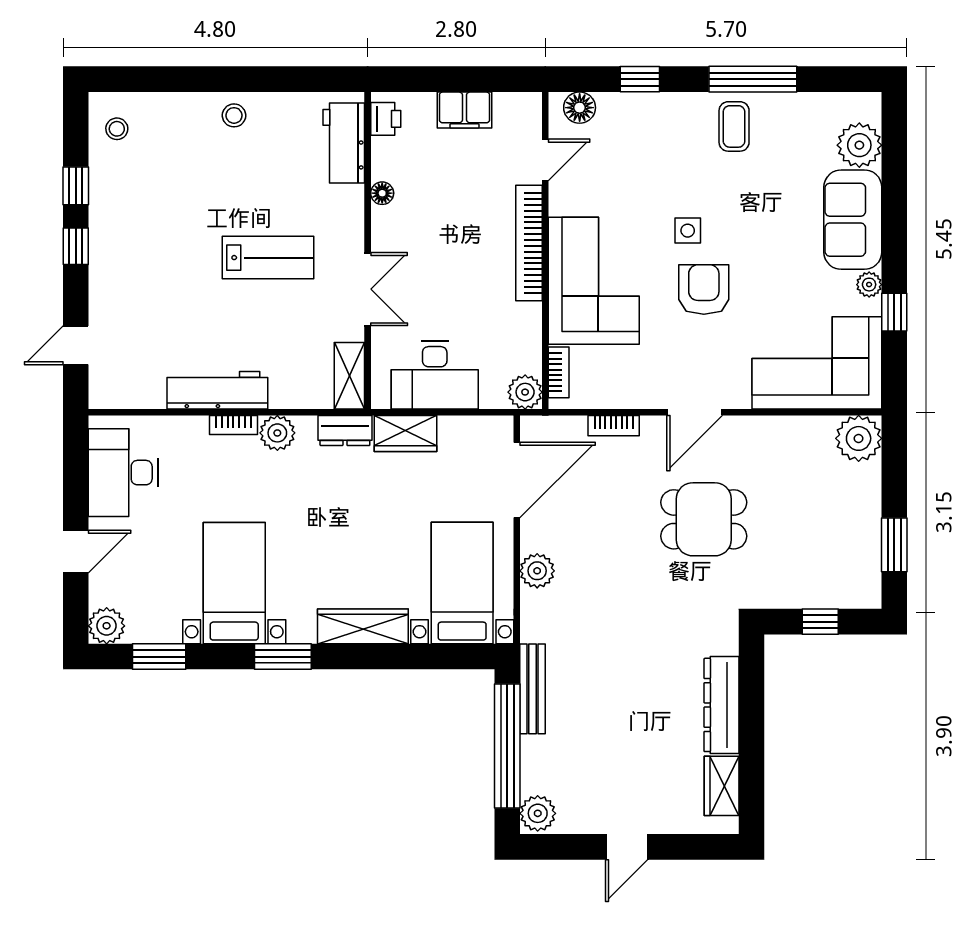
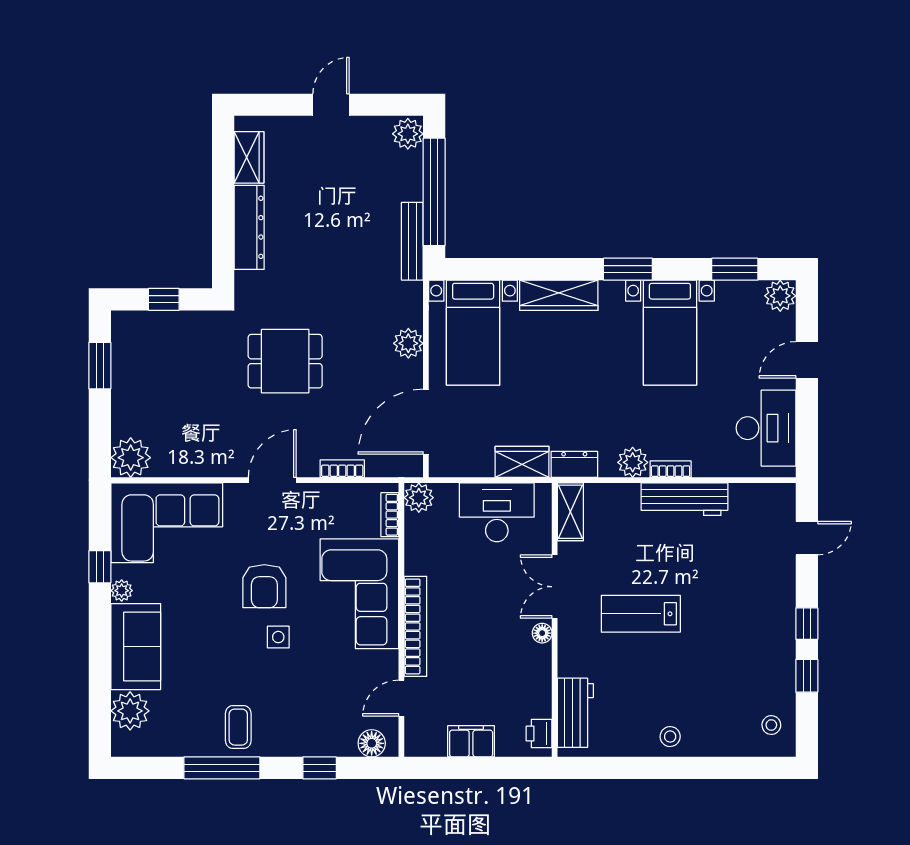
floor lamp: (382, 193) -> (542, 633), moved
dining table: (704, 519) -> (285, 361), moved

